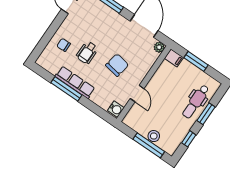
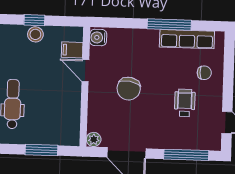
wheelchair: (87, 53) -> (185, 103), moved
filing cabinet: (174, 58) -> (72, 50), moved
row of seats: (75, 82) -> (187, 39), moved
window: (149, 145) -> (34, 20), width x0.46

